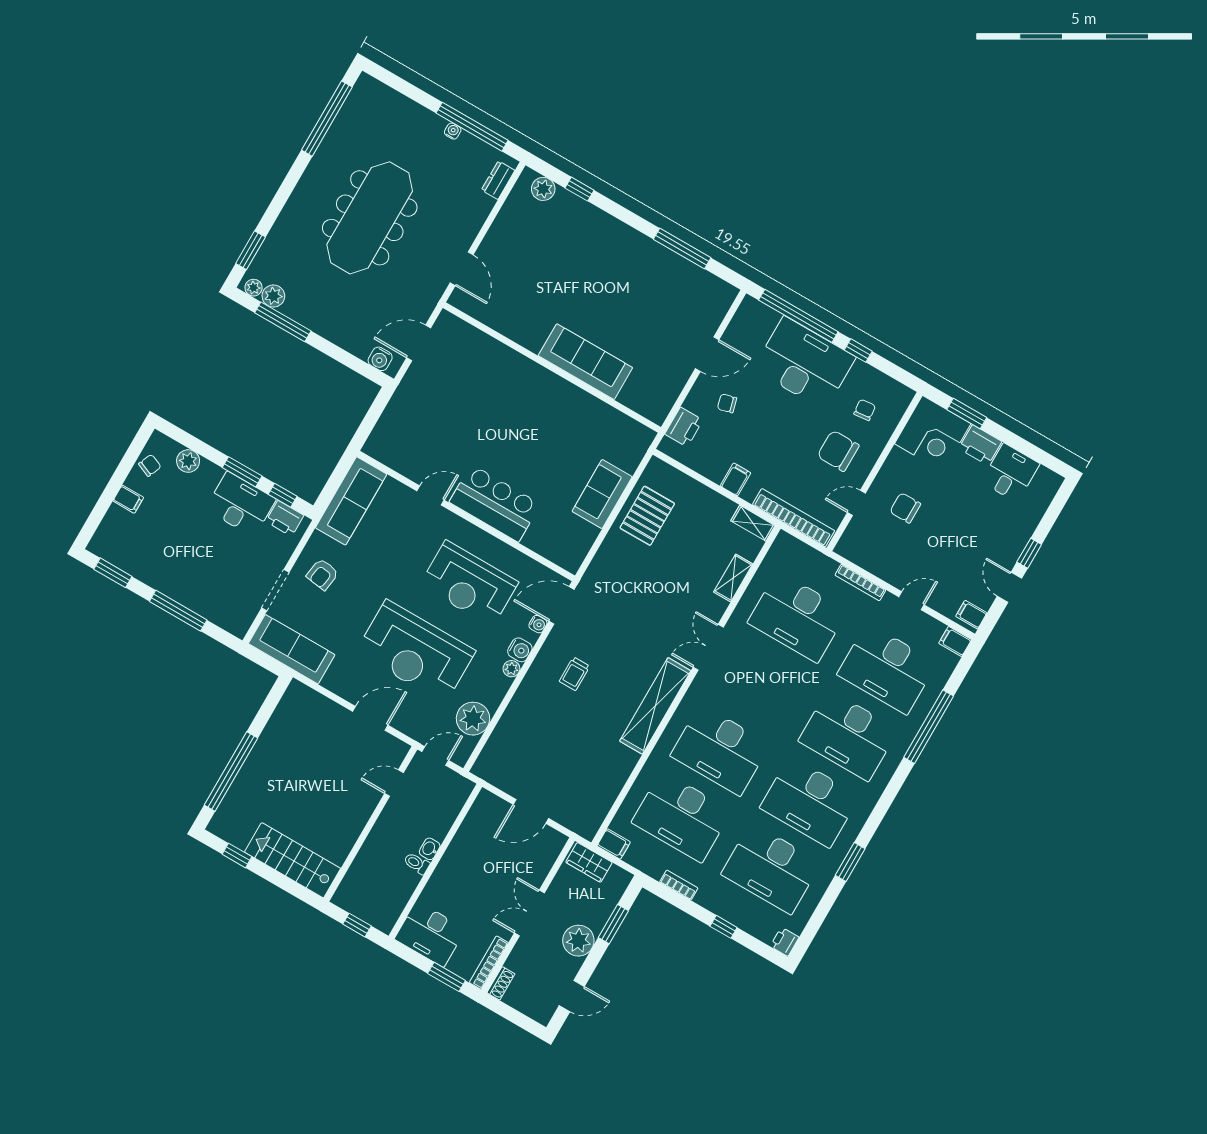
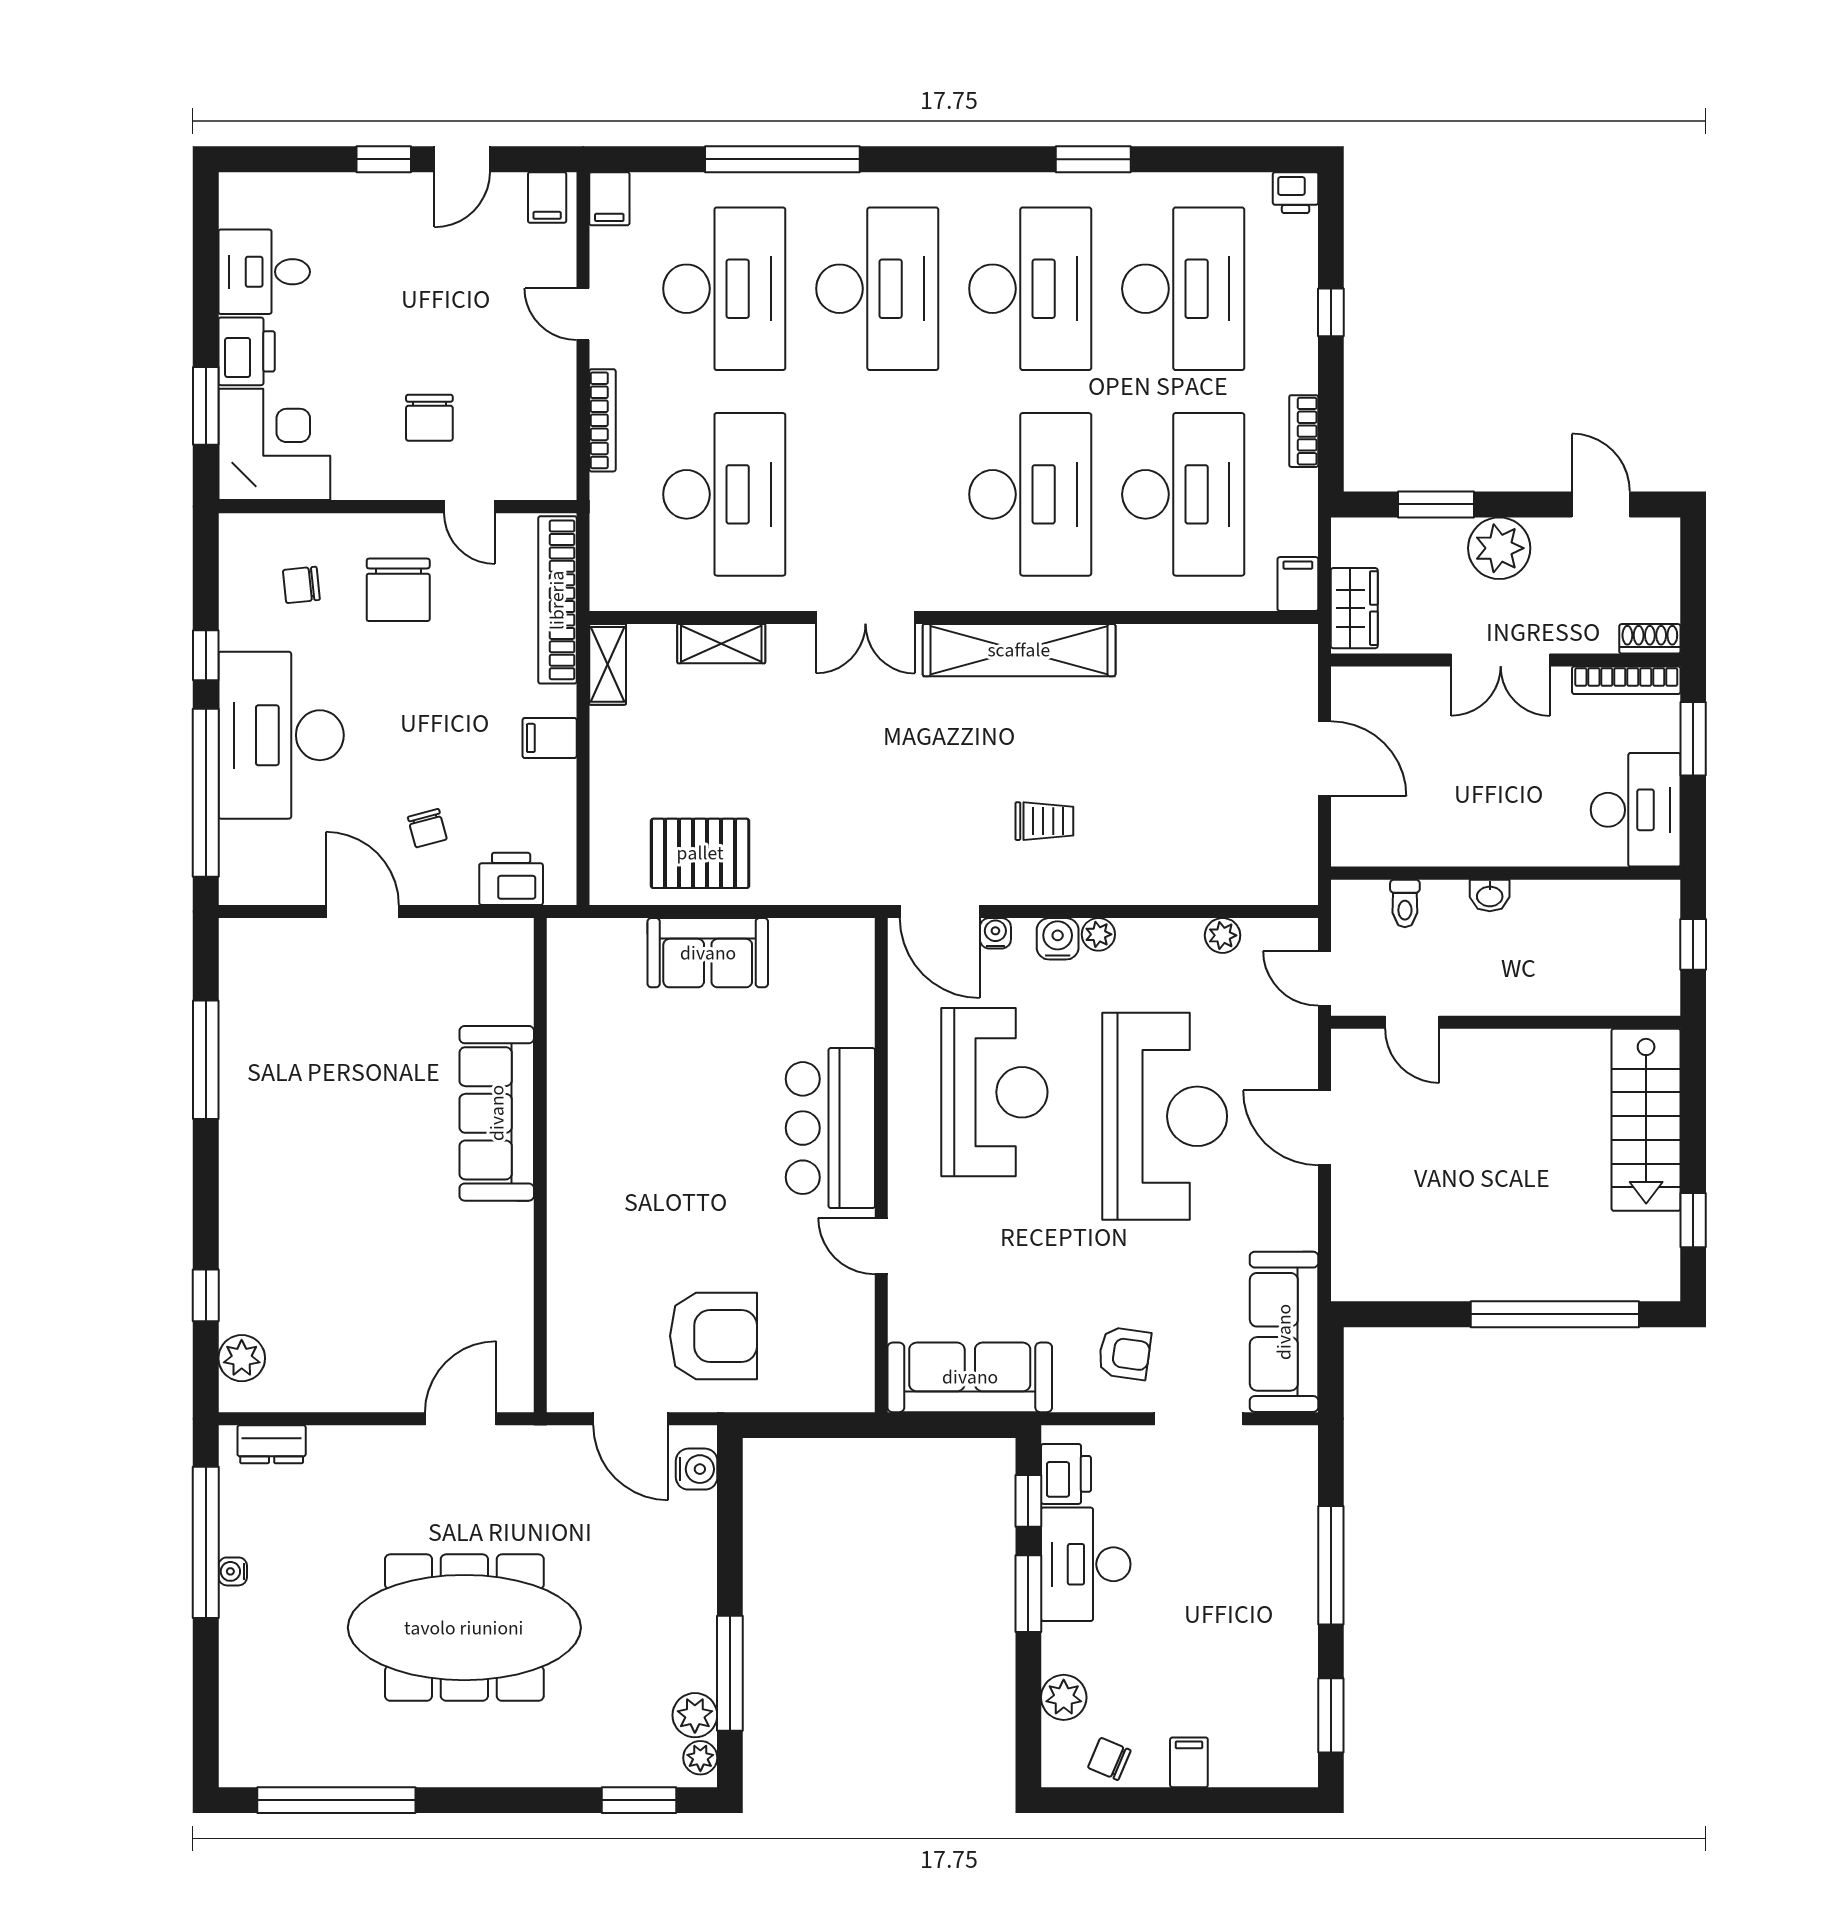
armchair: (434, 400) -> (714, 1336), added
plant: (473, 719) -> (1223, 935), width x0.53, depth x0.53
toilet: (417, 863) -> (1405, 903), moved

